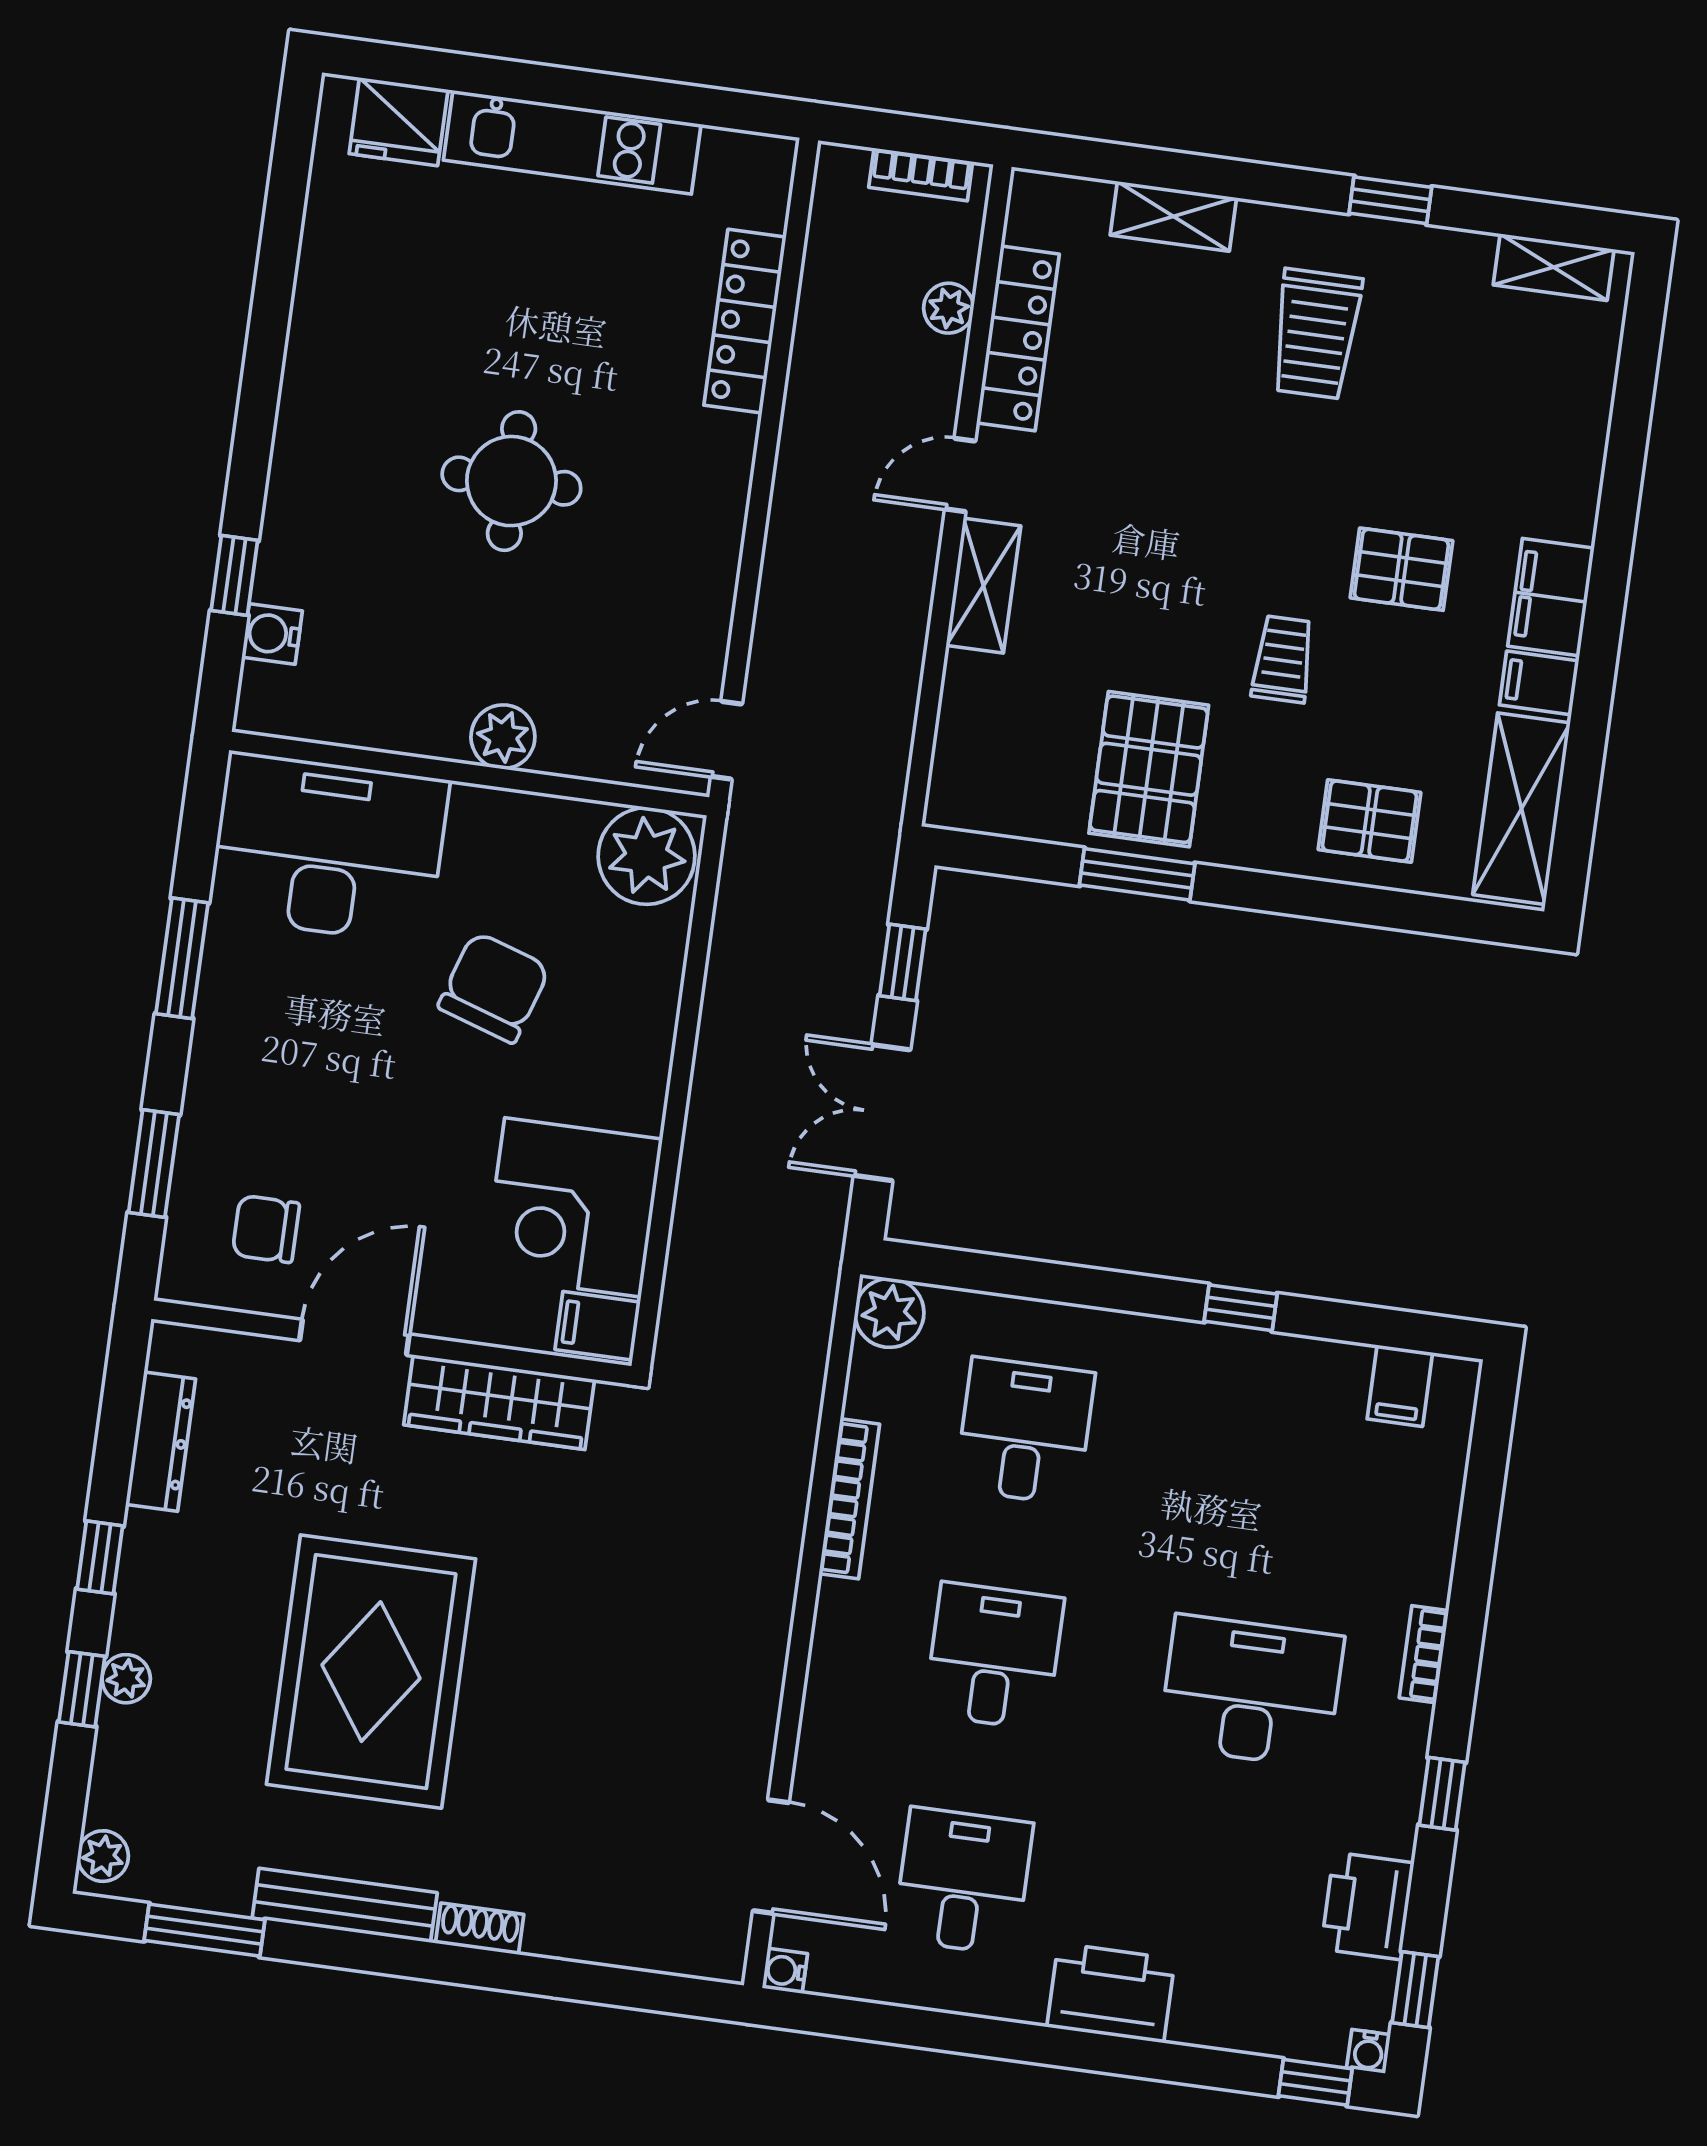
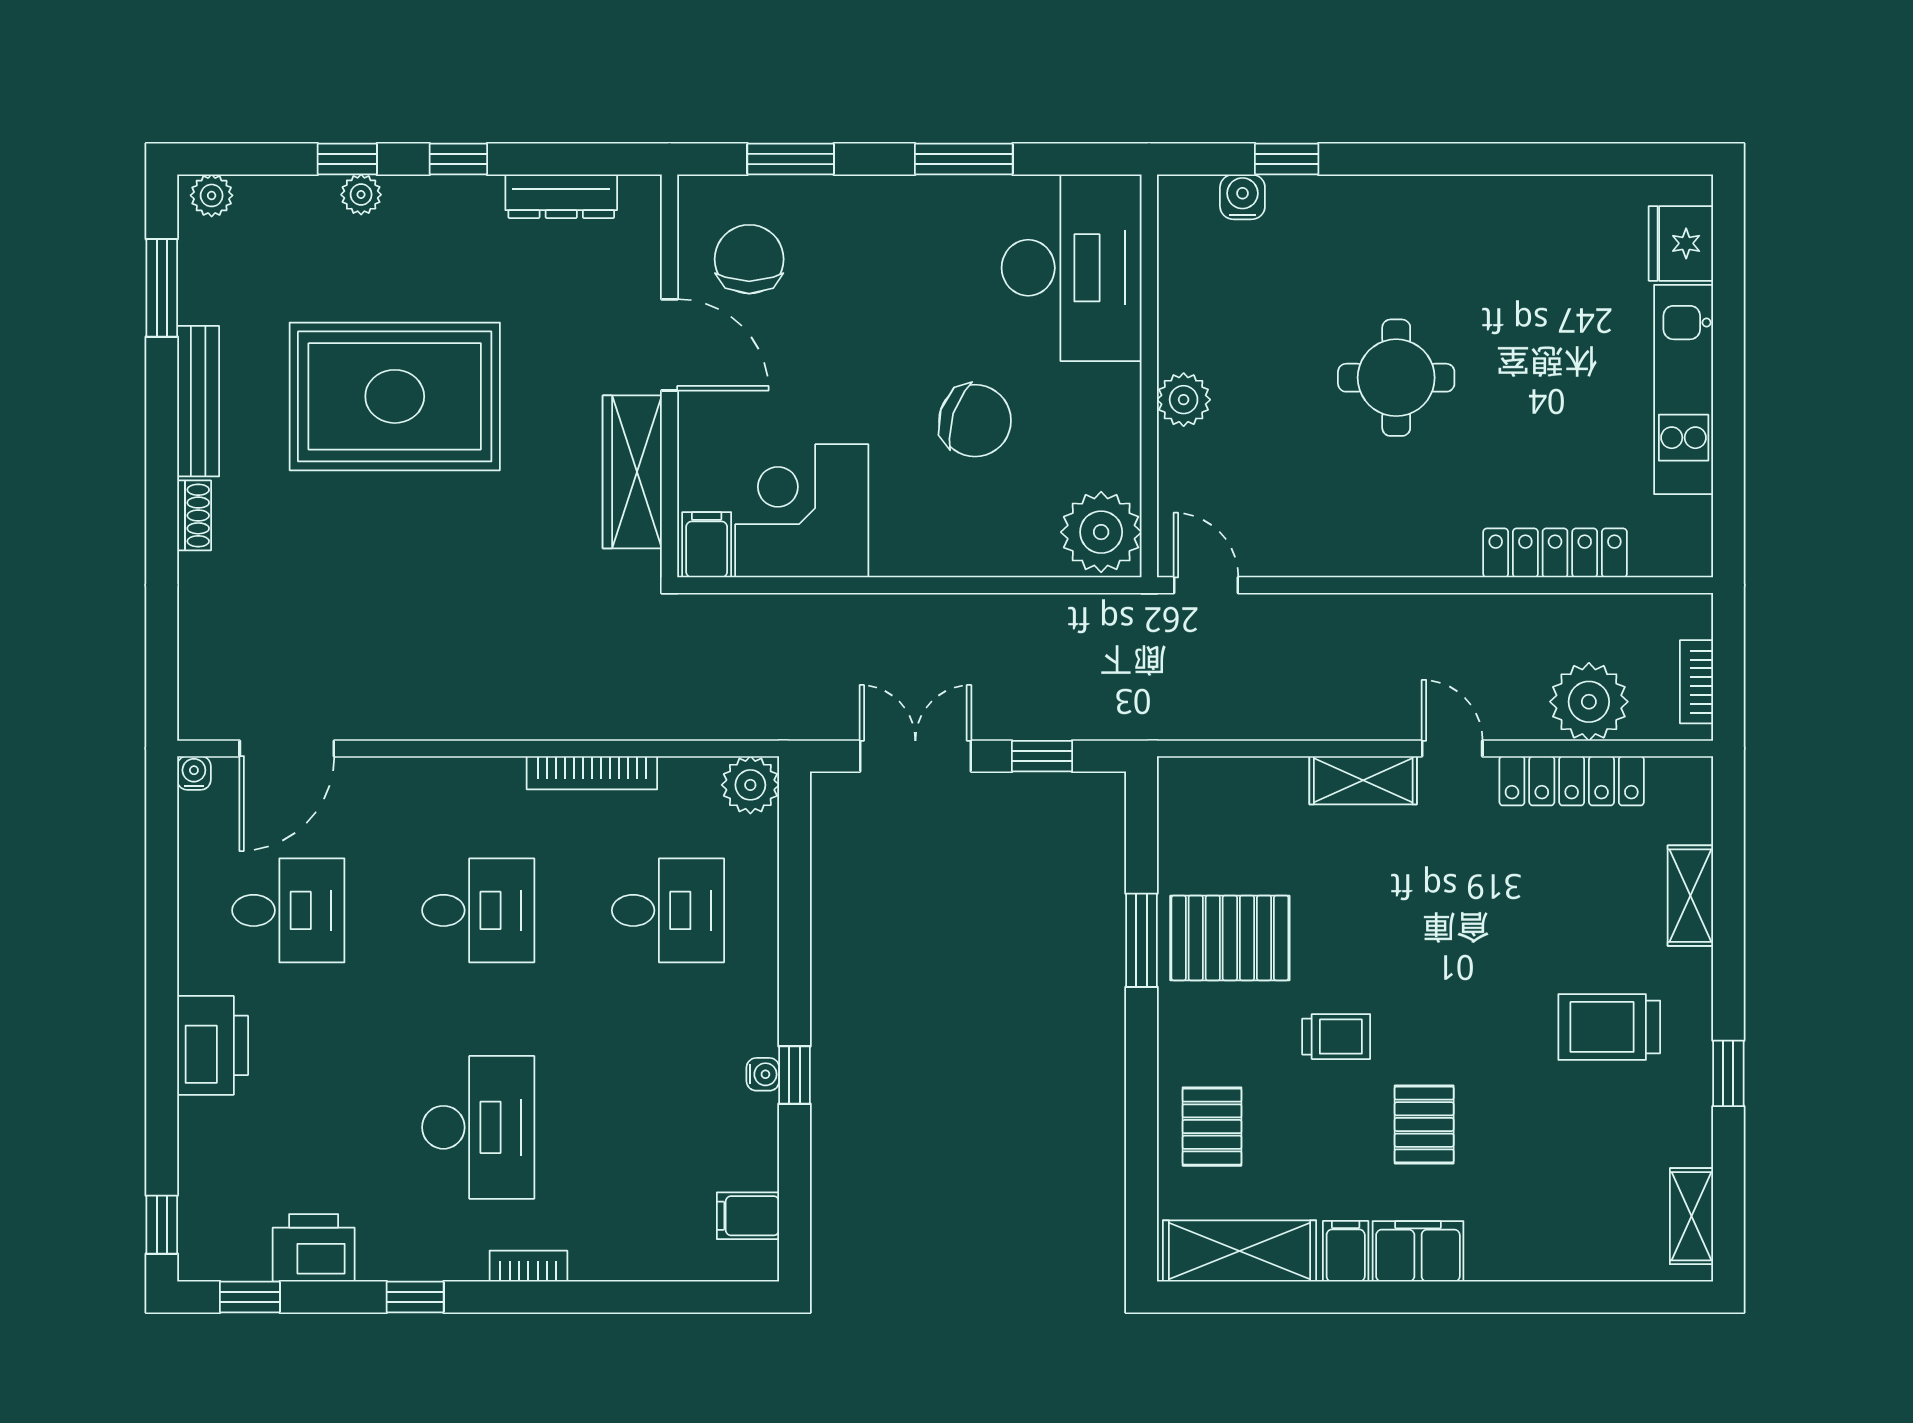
plant: (949, 308) -> (1589, 702), width x1.88, depth x1.88
chair: (266, 1229) -> (749, 259), width x1.37, depth x1.37
water cooler: (1369, 2051) -> (763, 1074), moved, turned 180

